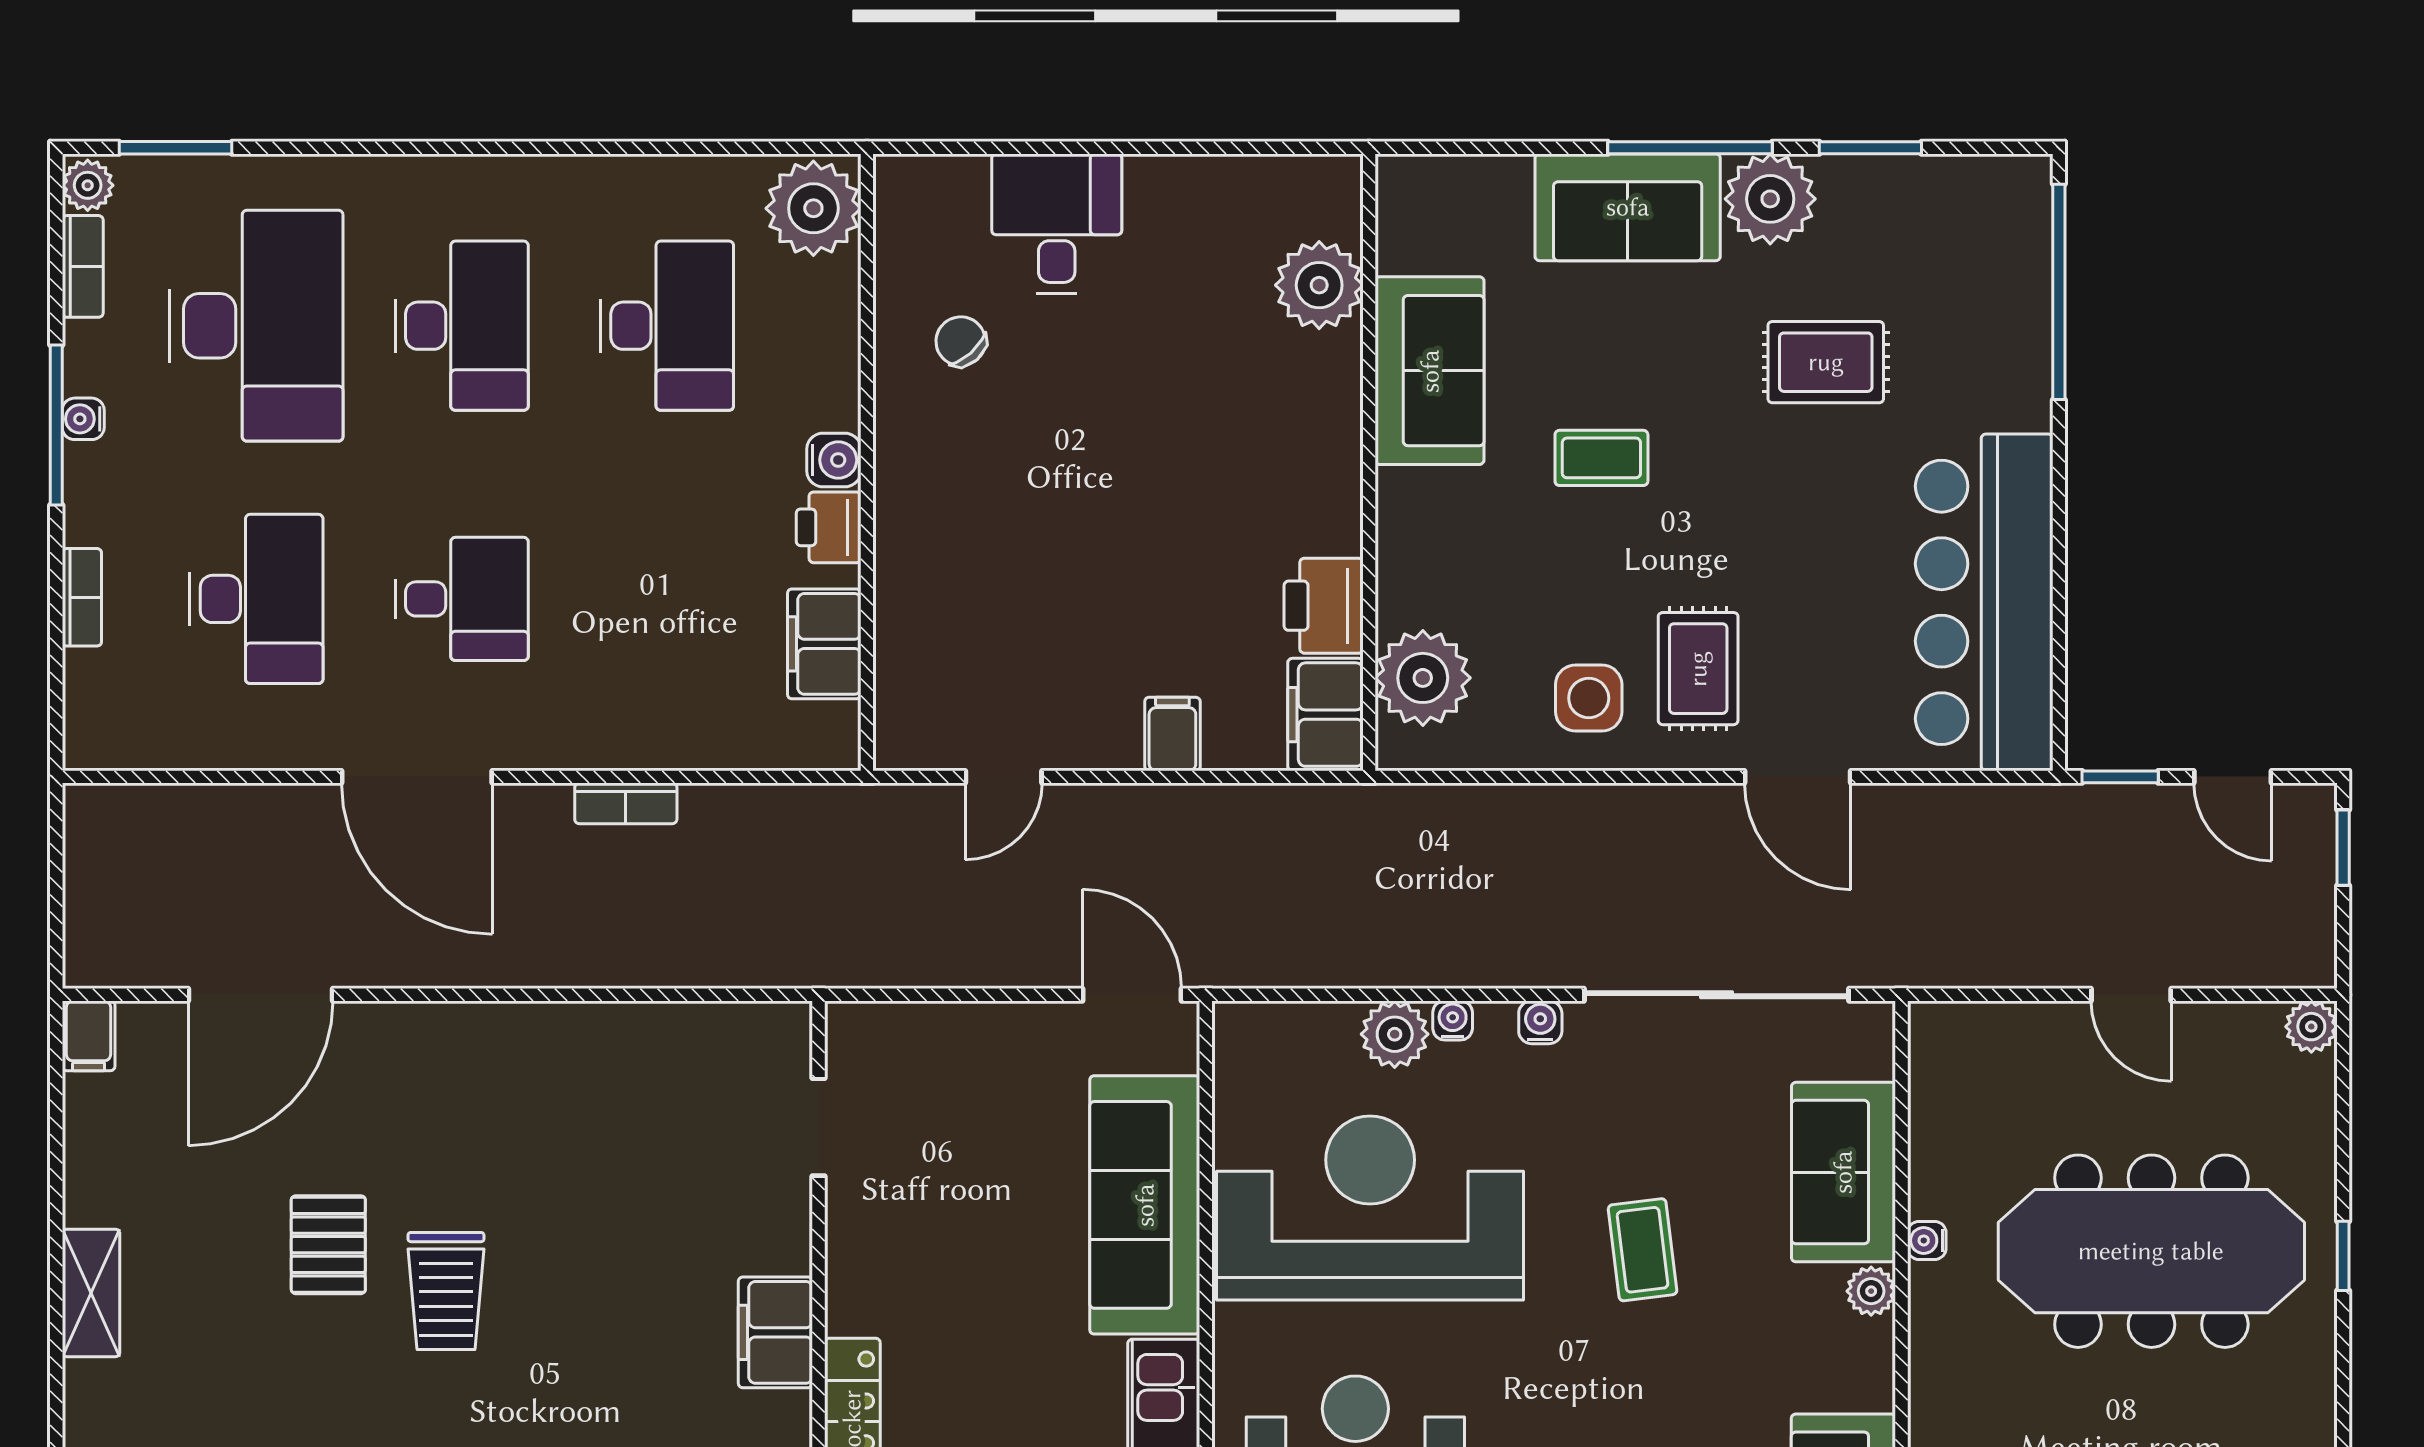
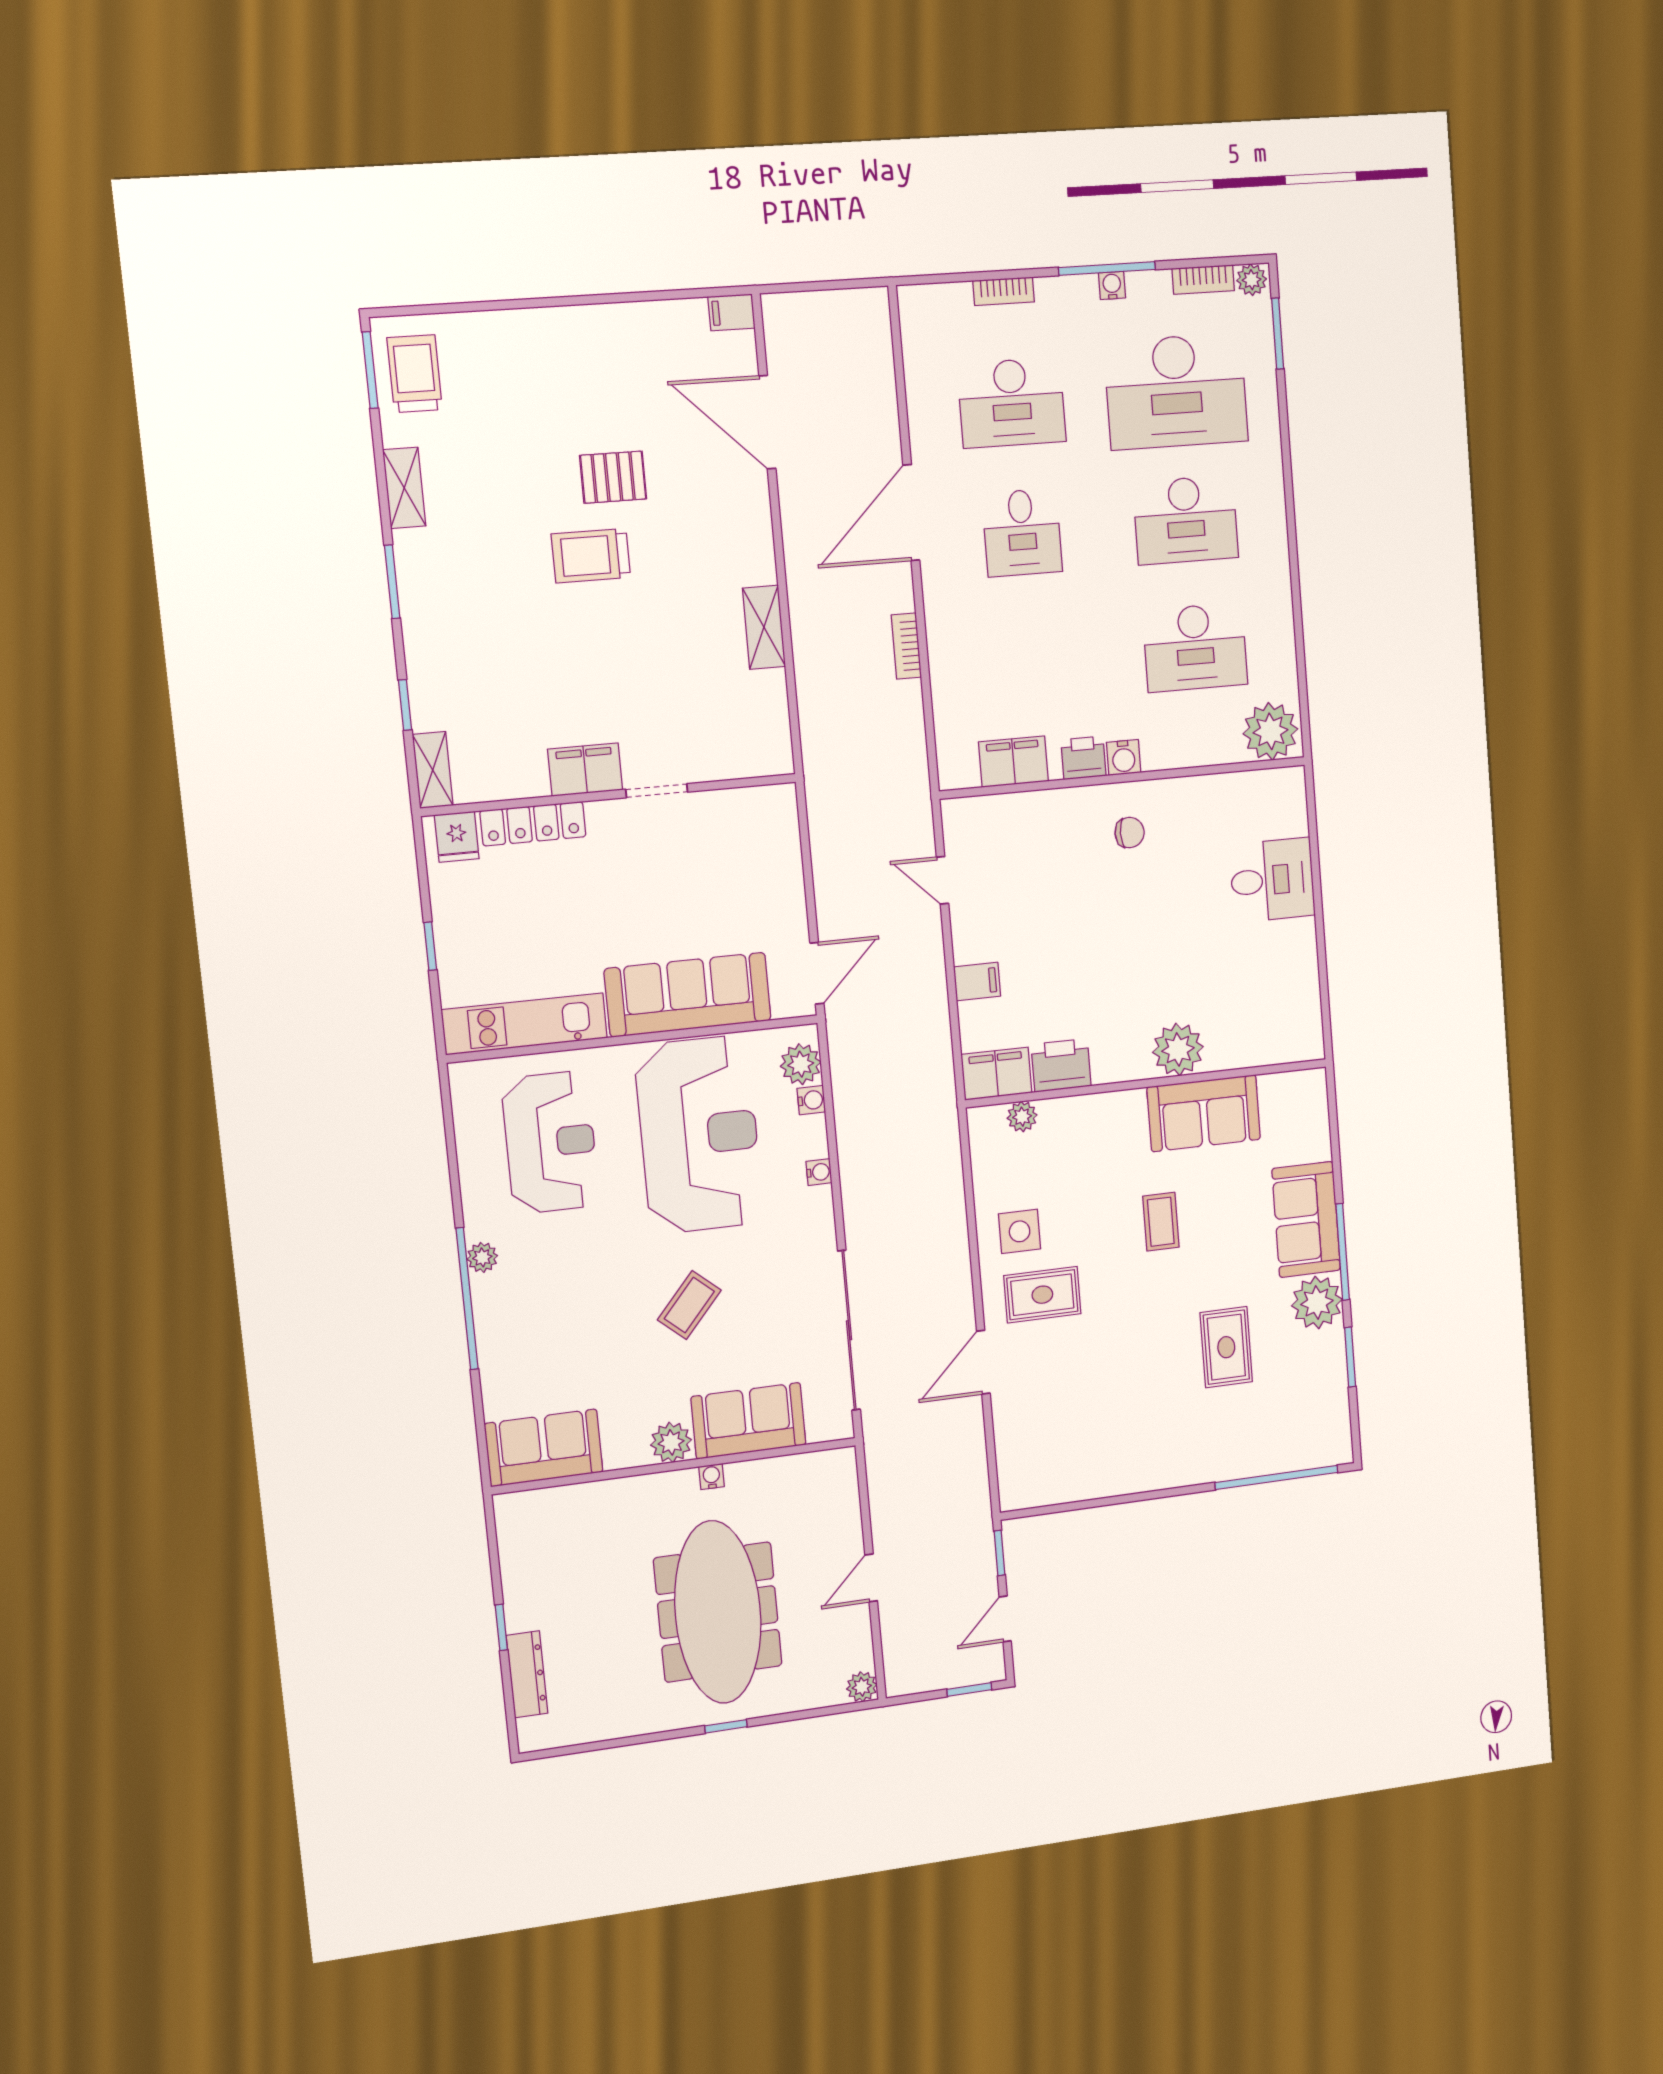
plant: (1319, 285) -> (1178, 1049), moved
chair: (961, 341) -> (1130, 833), moved, turned 42
bar counter: (1984, 602) -> (1095, 1459), removed
plant: (1423, 678) -> (1022, 1117), width x0.53, depth x0.53
water cooler: (1540, 1022) -> (811, 1100), moved
plant: (1395, 1034) -> (801, 1064), moved
doorway: (819, 1127) -> (657, 791), moved
coffee table: (1643, 1250) -> (689, 1305), turned -42
plant: (1871, 1291) -> (671, 1442), width x1.38, depth x1.38
shelving: (91, 1293) -> (764, 627), moved, turned 90

